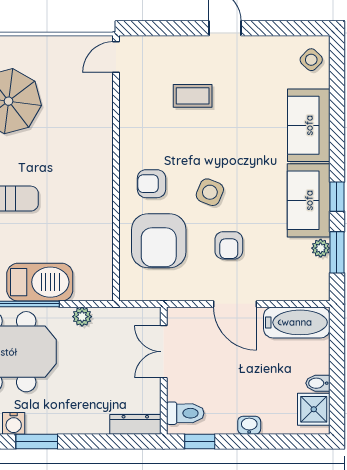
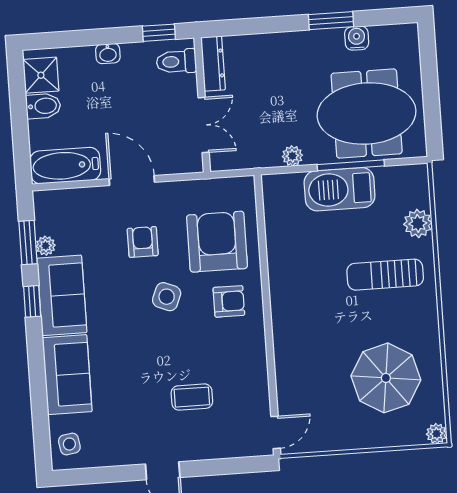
side table: (311, 60) -> (69, 444), turned 37
bidet: (318, 383) -> (43, 106), width x1.38, depth x1.36
dresser: (135, 424) -> (213, 64), moved, turned -90

